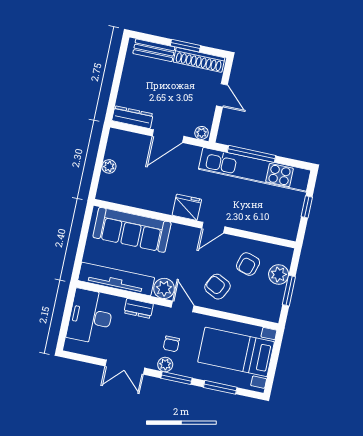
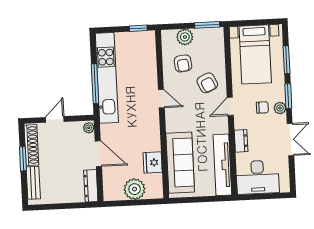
plant: (109, 166) -> (135, 189), width x1.88, depth x1.88
fridge: (187, 207) -> (153, 163), moved
window: (307, 207) -> (138, 28), moved
armchair: (248, 264) -> (183, 63), turned 66
armchair: (218, 287) -> (207, 83), turned -52
plant: (164, 288) -> (220, 125), removed
window: (289, 291) -> (207, 25), moved

